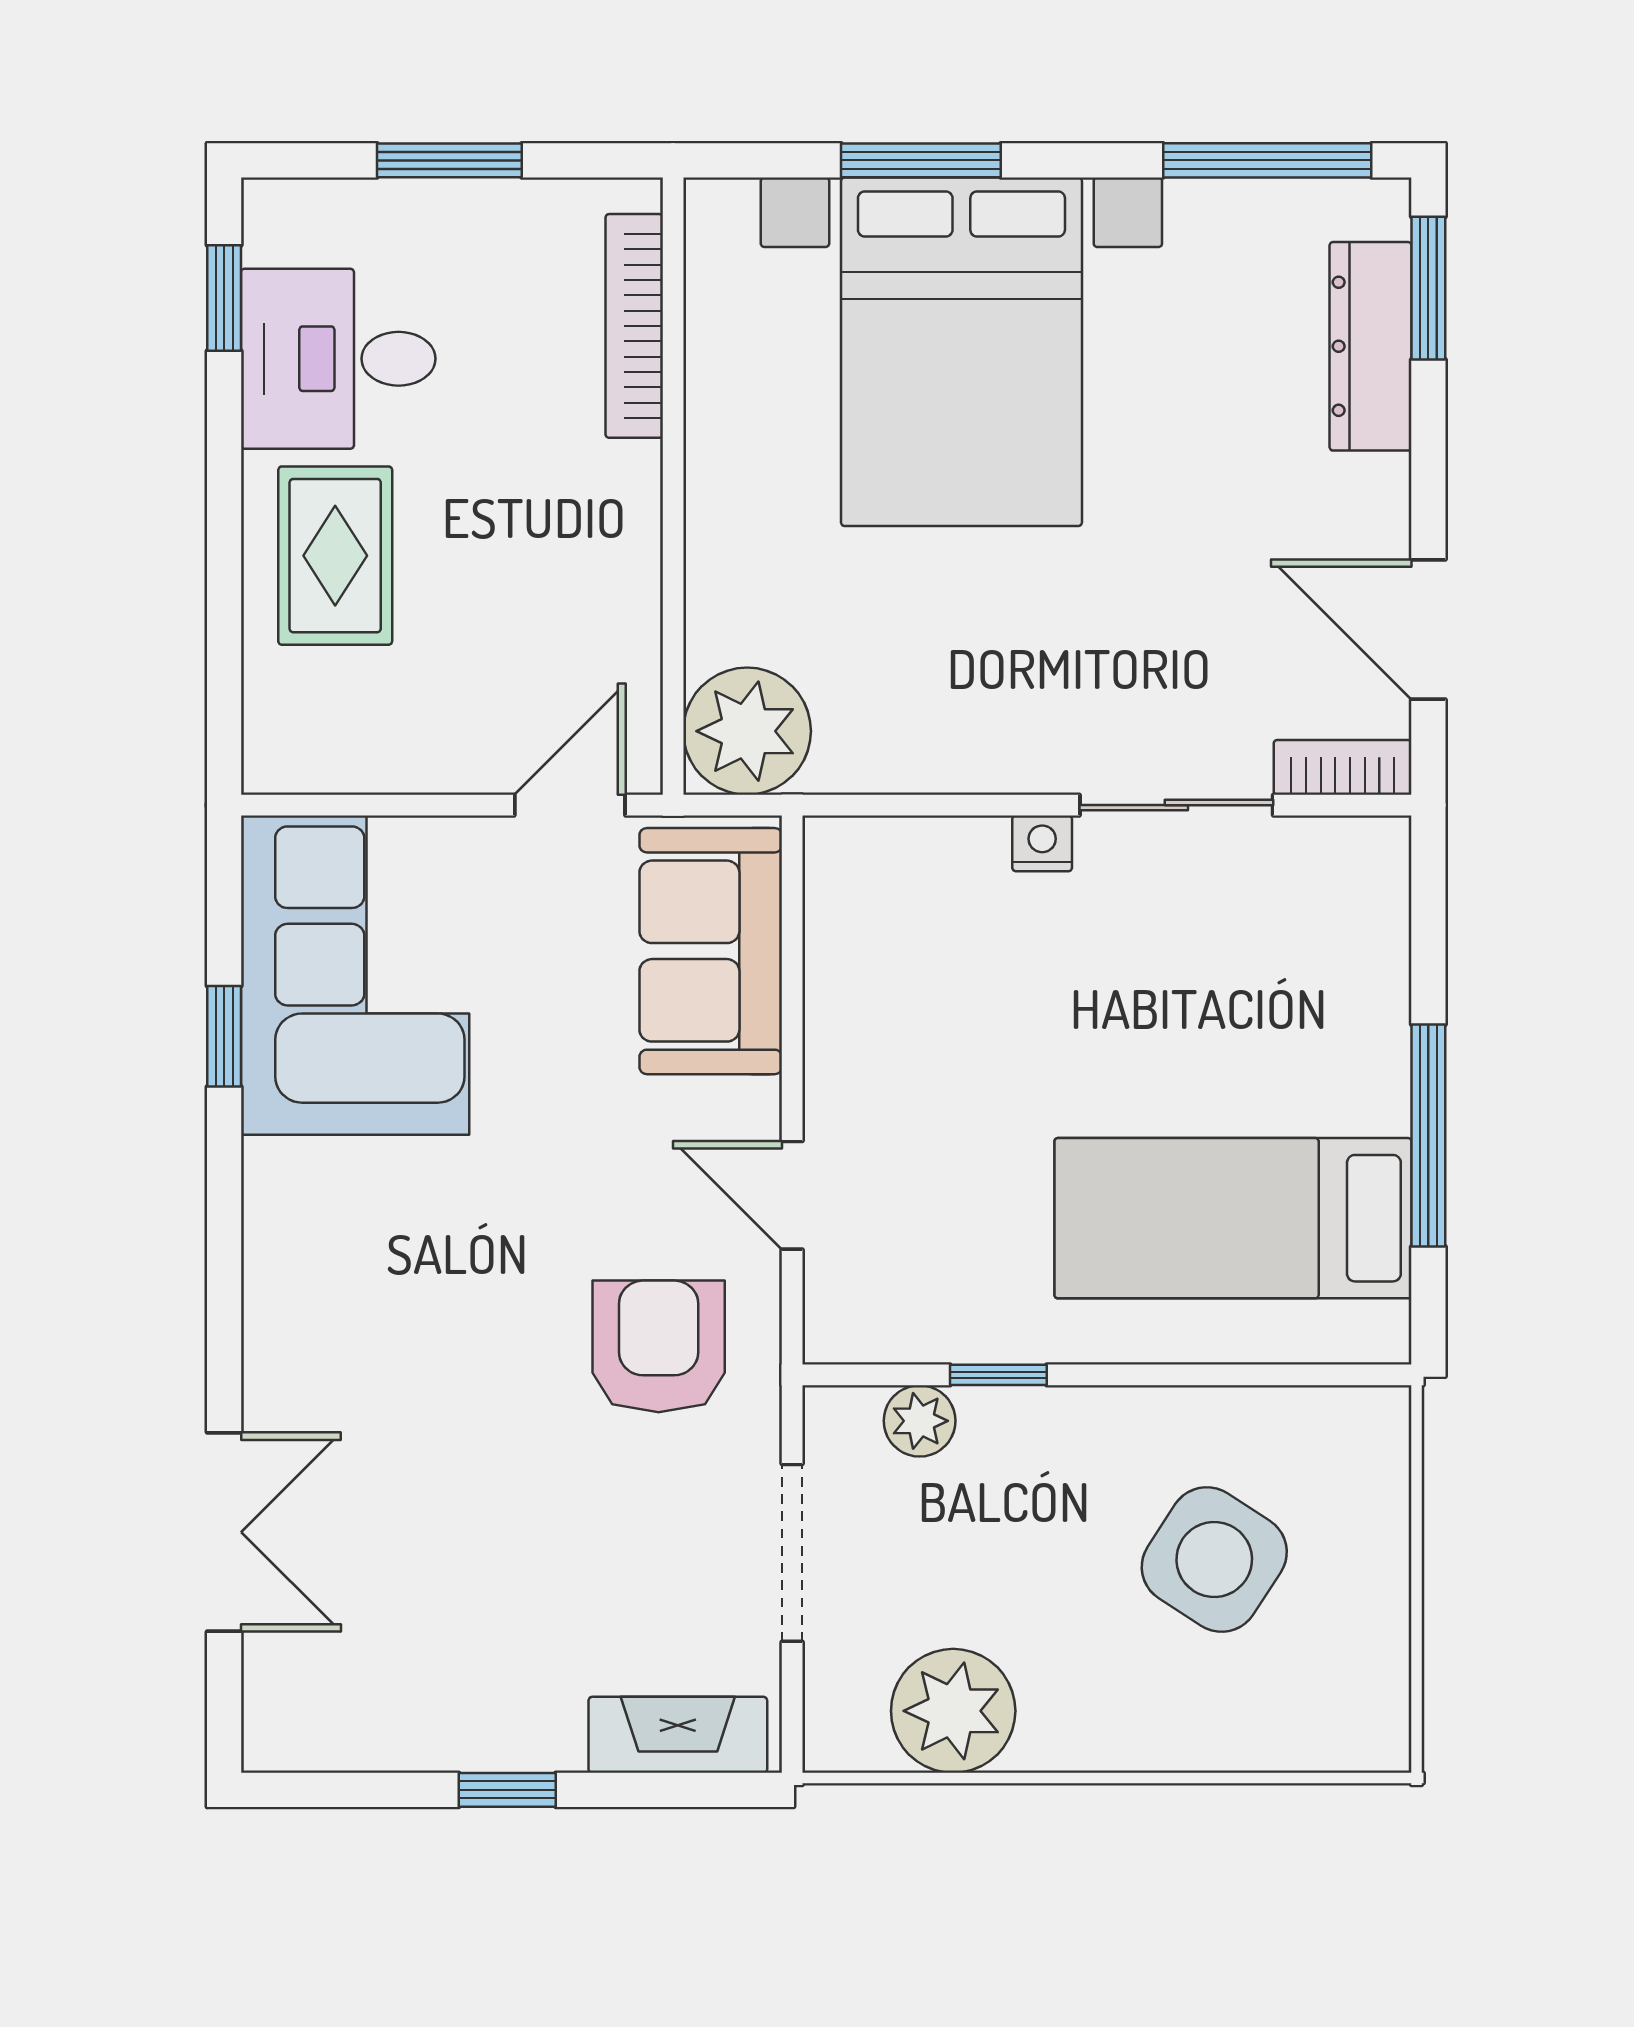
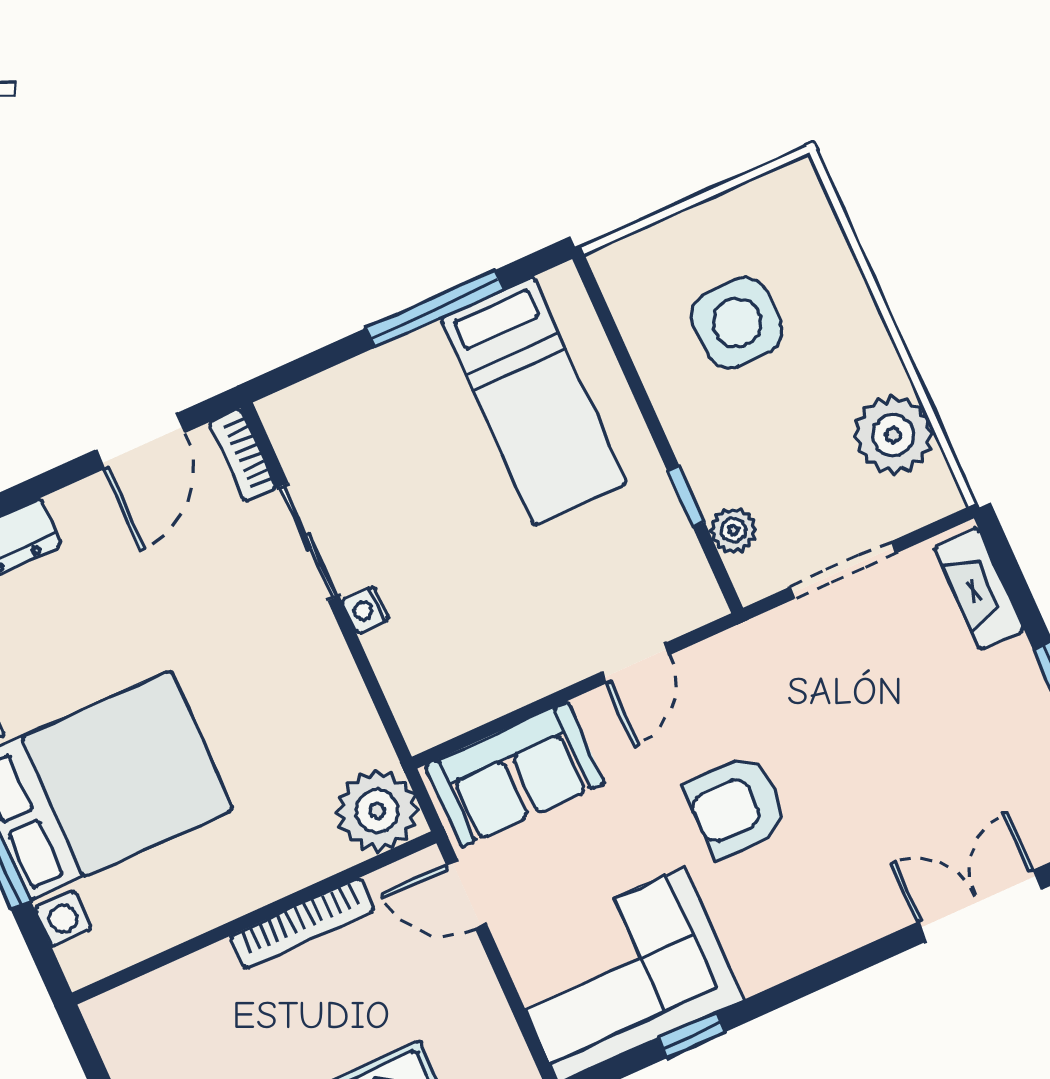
bookcase: (634, 326) -> (302, 923), moved
armchair: (659, 1346) -> (737, 806), moved
side table: (1214, 1559) -> (737, 323), turned -33

